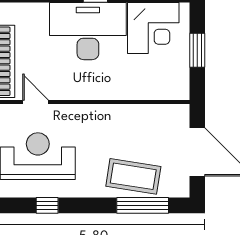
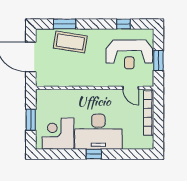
window: (143, 205) -> (65, 24), width x0.69

